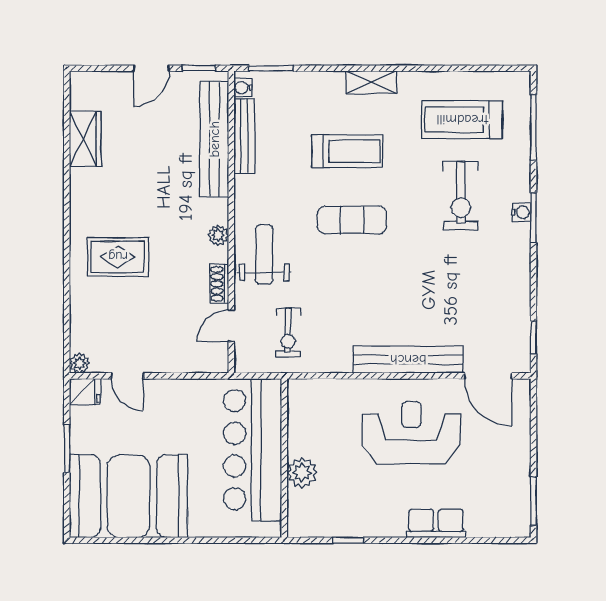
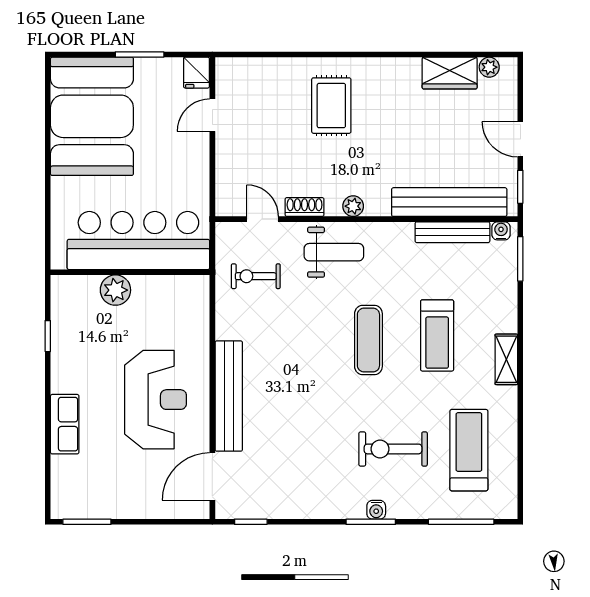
plant: (79, 363) -> (489, 67), moved

